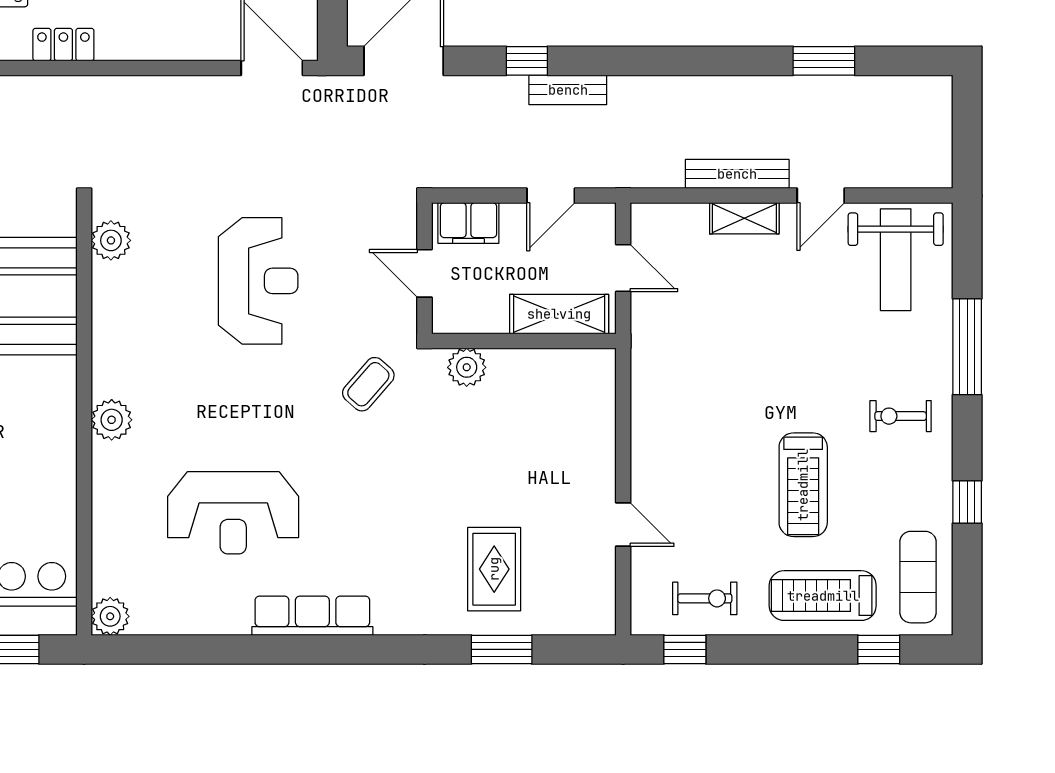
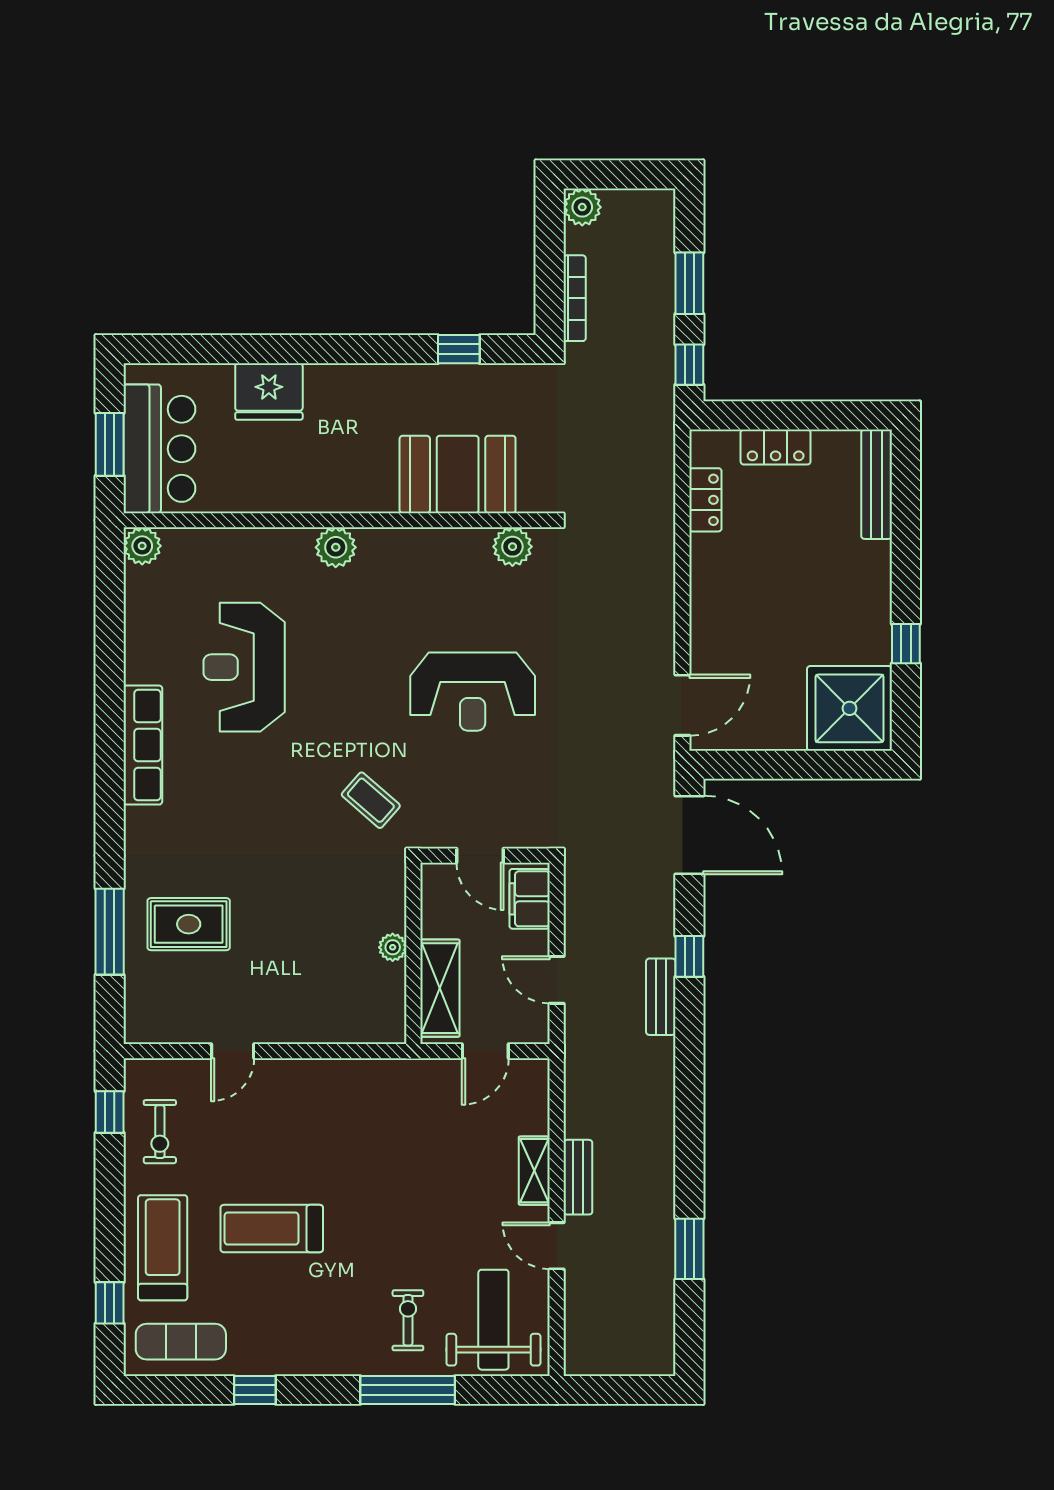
bench: (737, 174) -> (578, 1177), width x0.73
weight bench: (896, 260) -> (493, 1320), turned 90
door: (425, 273) -> (480, 856), swing flipped
plant: (467, 367) -> (393, 947), moved, width x0.73, depth x0.73
exercise bike: (901, 416) -> (408, 1320), moved
window: (502, 649) -> (110, 932), width x1.44

